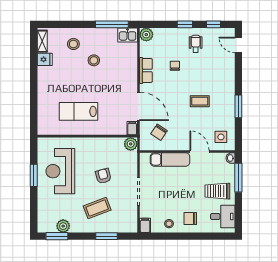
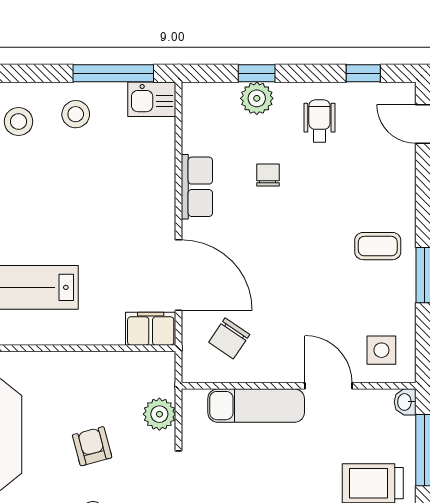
window: (185, 24) -> (257, 73), moved
plant: (146, 35) -> (257, 98), moved
stool: (94, 60) -> (76, 114), moved
coffee table: (200, 101) -> (378, 246), moved
filing cabinet: (132, 128) -> (151, 329), width x2.00
plant: (131, 144) -> (159, 414), moved

